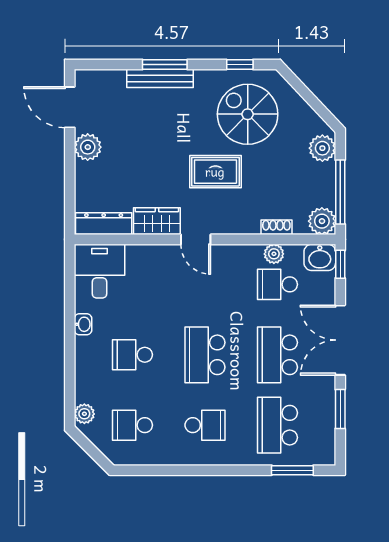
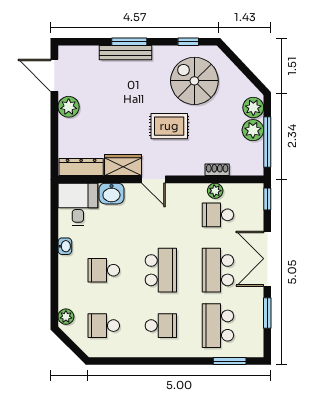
plant: (322, 221) -> (253, 130), moved
washbasin: (320, 257) -> (111, 194), moved
school desk: (205, 355) -> (161, 270), turned 180

